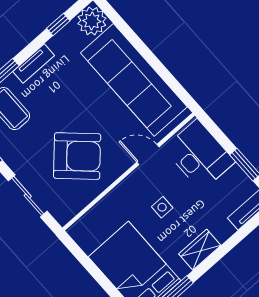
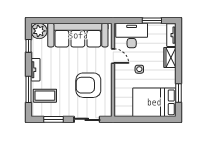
door: (148, 155) -> (113, 56), swing flipped
armchair: (77, 156) -> (88, 85), turned -133
wardrobe: (200, 250) -> (170, 58), moved

